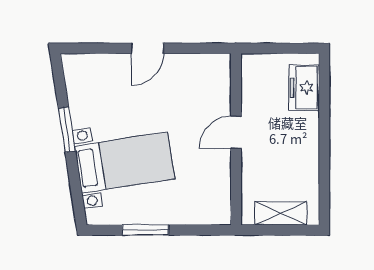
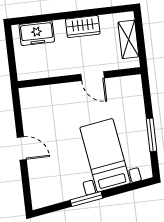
door: (236, 132) -> (93, 76), moved
wardrobe: (306, 152) -> (83, 27), added

